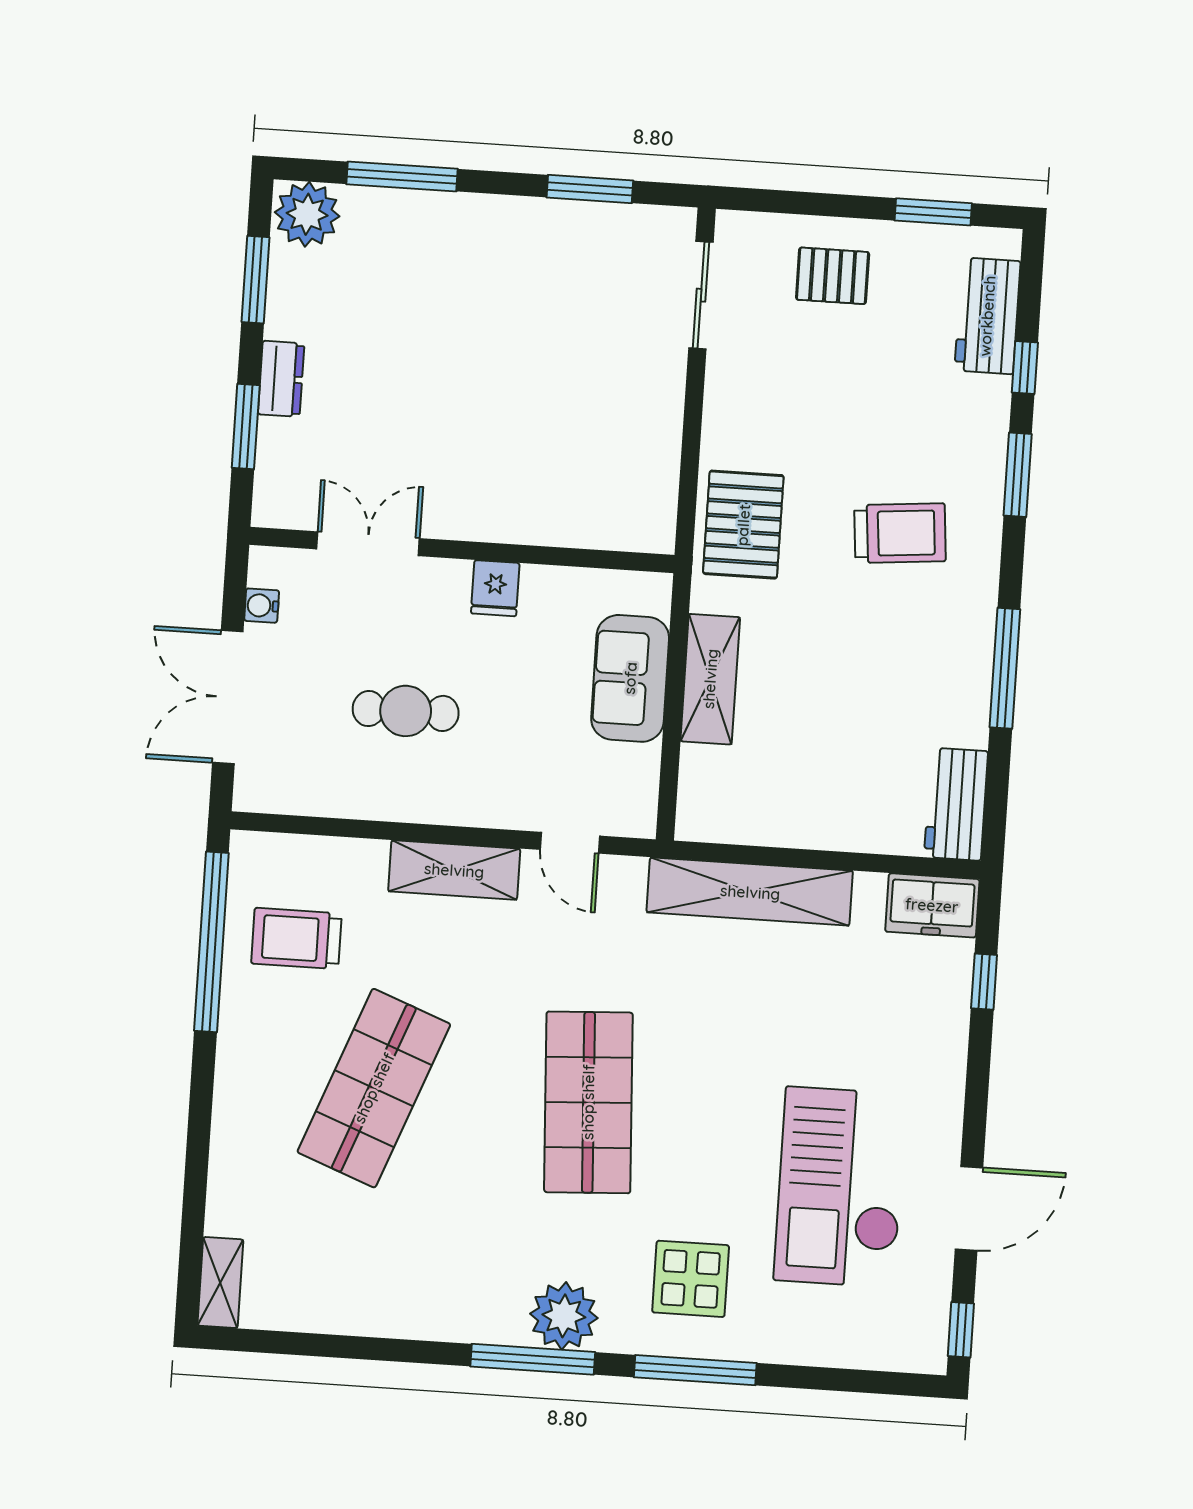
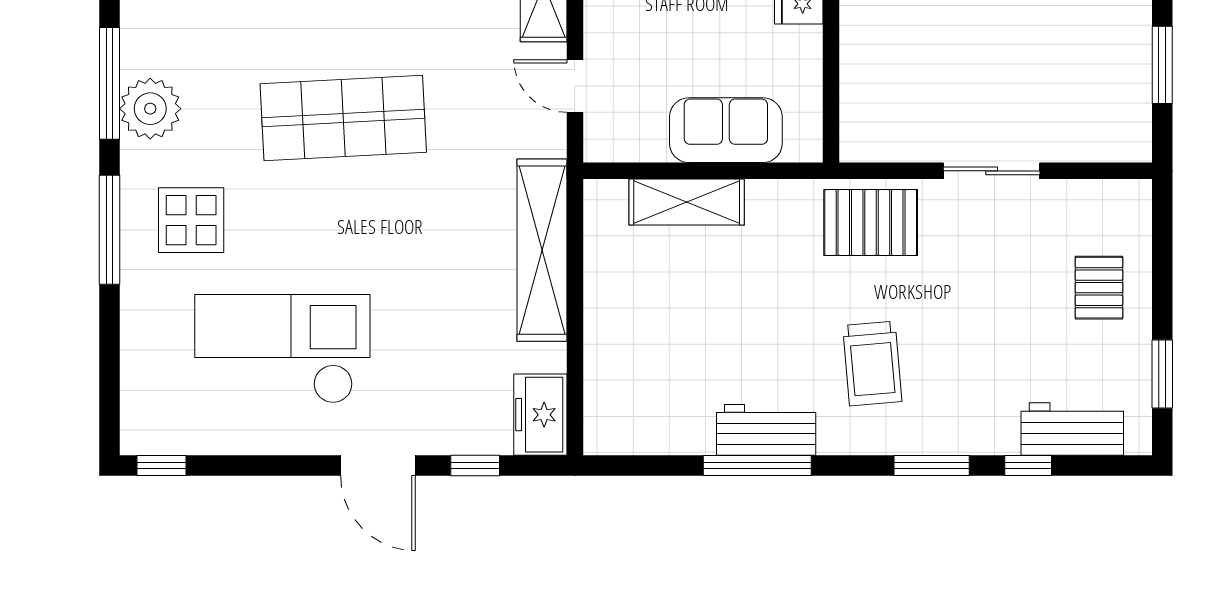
sliding door: (701, 295) -> (992, 171), moved
shelving: (710, 679) -> (687, 202), moved
workbench: (956, 804) -> (766, 430), moved
door: (570, 843) -> (575, 86), hinge flipped
door: (969, 1208) -> (378, 466), moved

